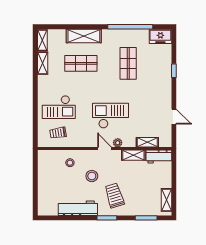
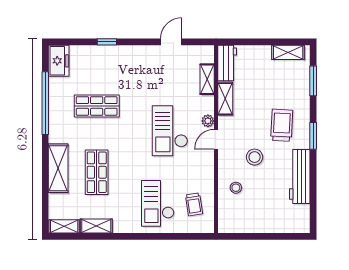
checkout: (59, 107) -> (158, 203), turned 180
trolley: (114, 195) -> (282, 125), turned 110

